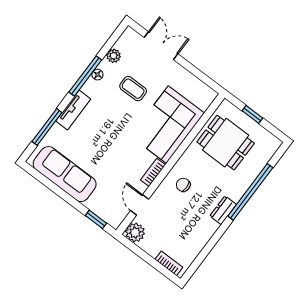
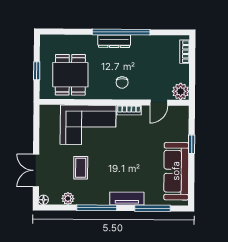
floor lamp: (97, 75) -> (43, 200), moved
window: (250, 192) -> (121, 32), moved
dresser: (223, 210) -> (114, 41), width x1.44
window: (96, 219) -> (192, 144), moved

